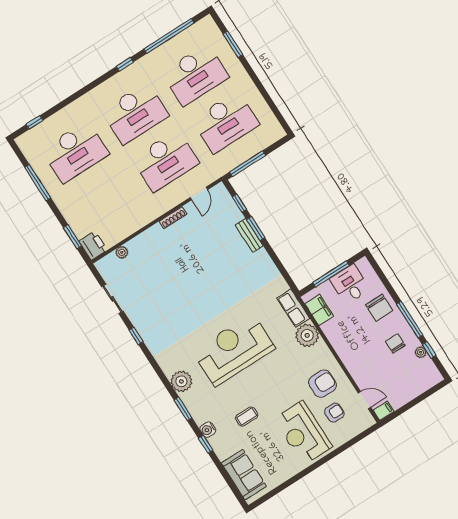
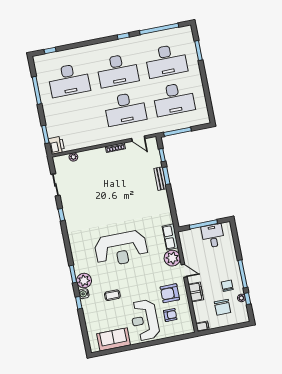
door: (199, 194) -> (138, 139), hinge flipped
chair: (379, 308) -> (223, 307), moved
filing cabinet: (319, 310) -> (196, 292), moved
reception desk: (234, 350) -> (121, 249), turned 180
plant: (181, 381) -> (84, 281), moved
armchair: (322, 384) -> (170, 293), turned 180
door: (364, 400) -> (184, 271), moved
sofa: (244, 475) -> (114, 339), moved, turned -90

